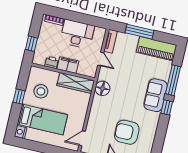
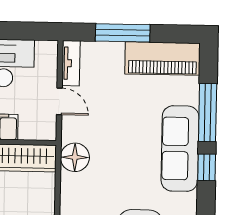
sofa: (156, 95) -> (180, 149), width x1.36

